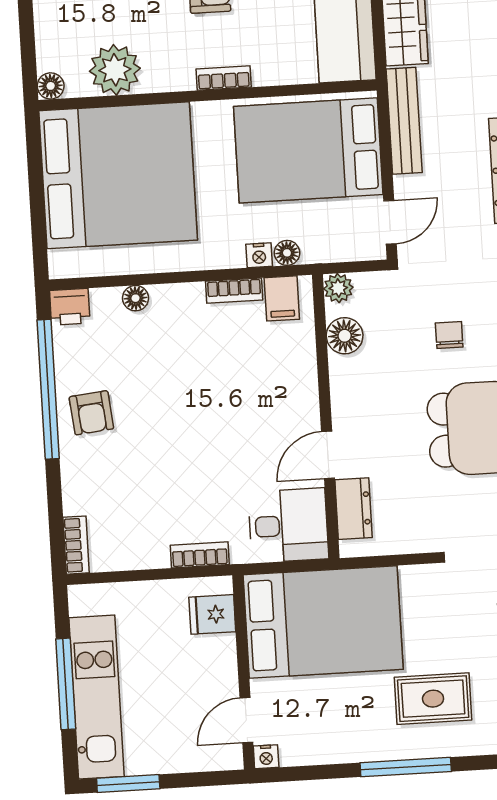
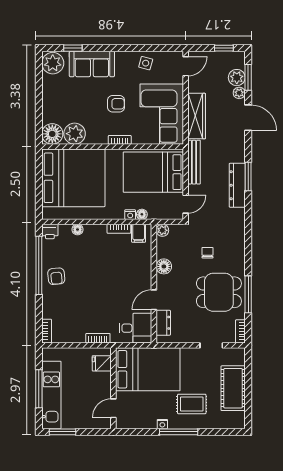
floor lamp: (51, 86) -> (52, 134), width x1.89, depth x1.89
floor lamp: (345, 336) -> (164, 266), moved
nightstand: (266, 757) -> (162, 424), moved

